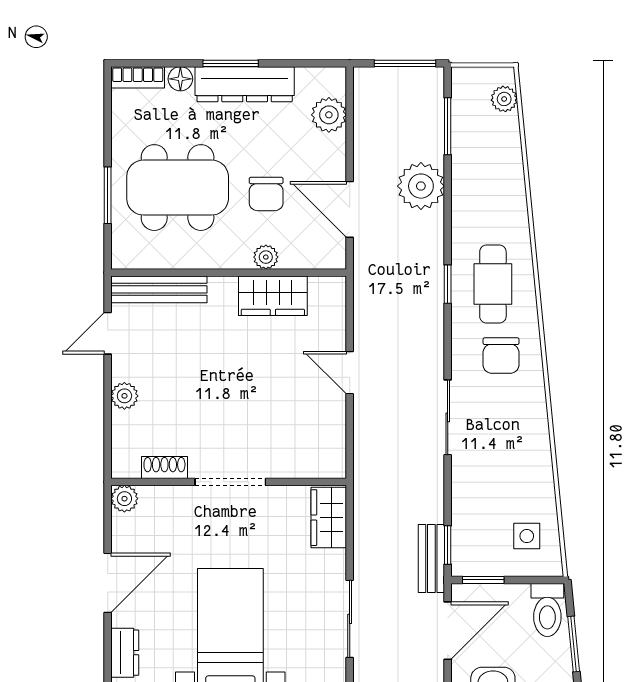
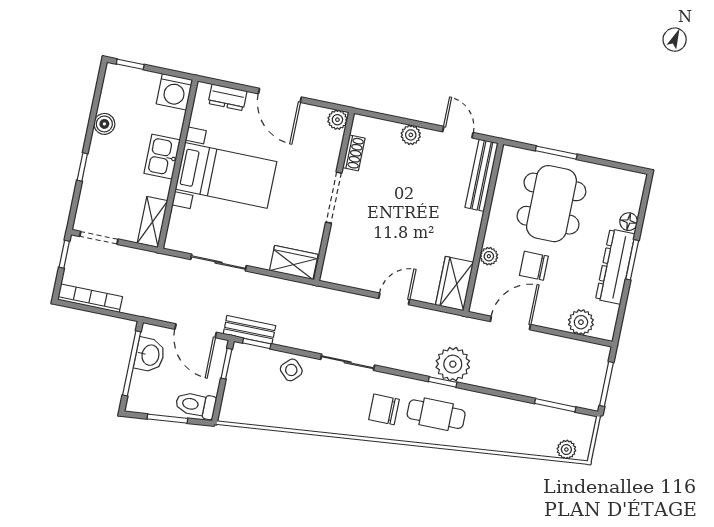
bookcase: (138, 77) -> (636, 191), removed
plant: (421, 186) -> (453, 364), moved
wardrobe: (273, 296) -> (454, 284), moved
side table: (527, 536) -> (291, 370), moved, turned 45

